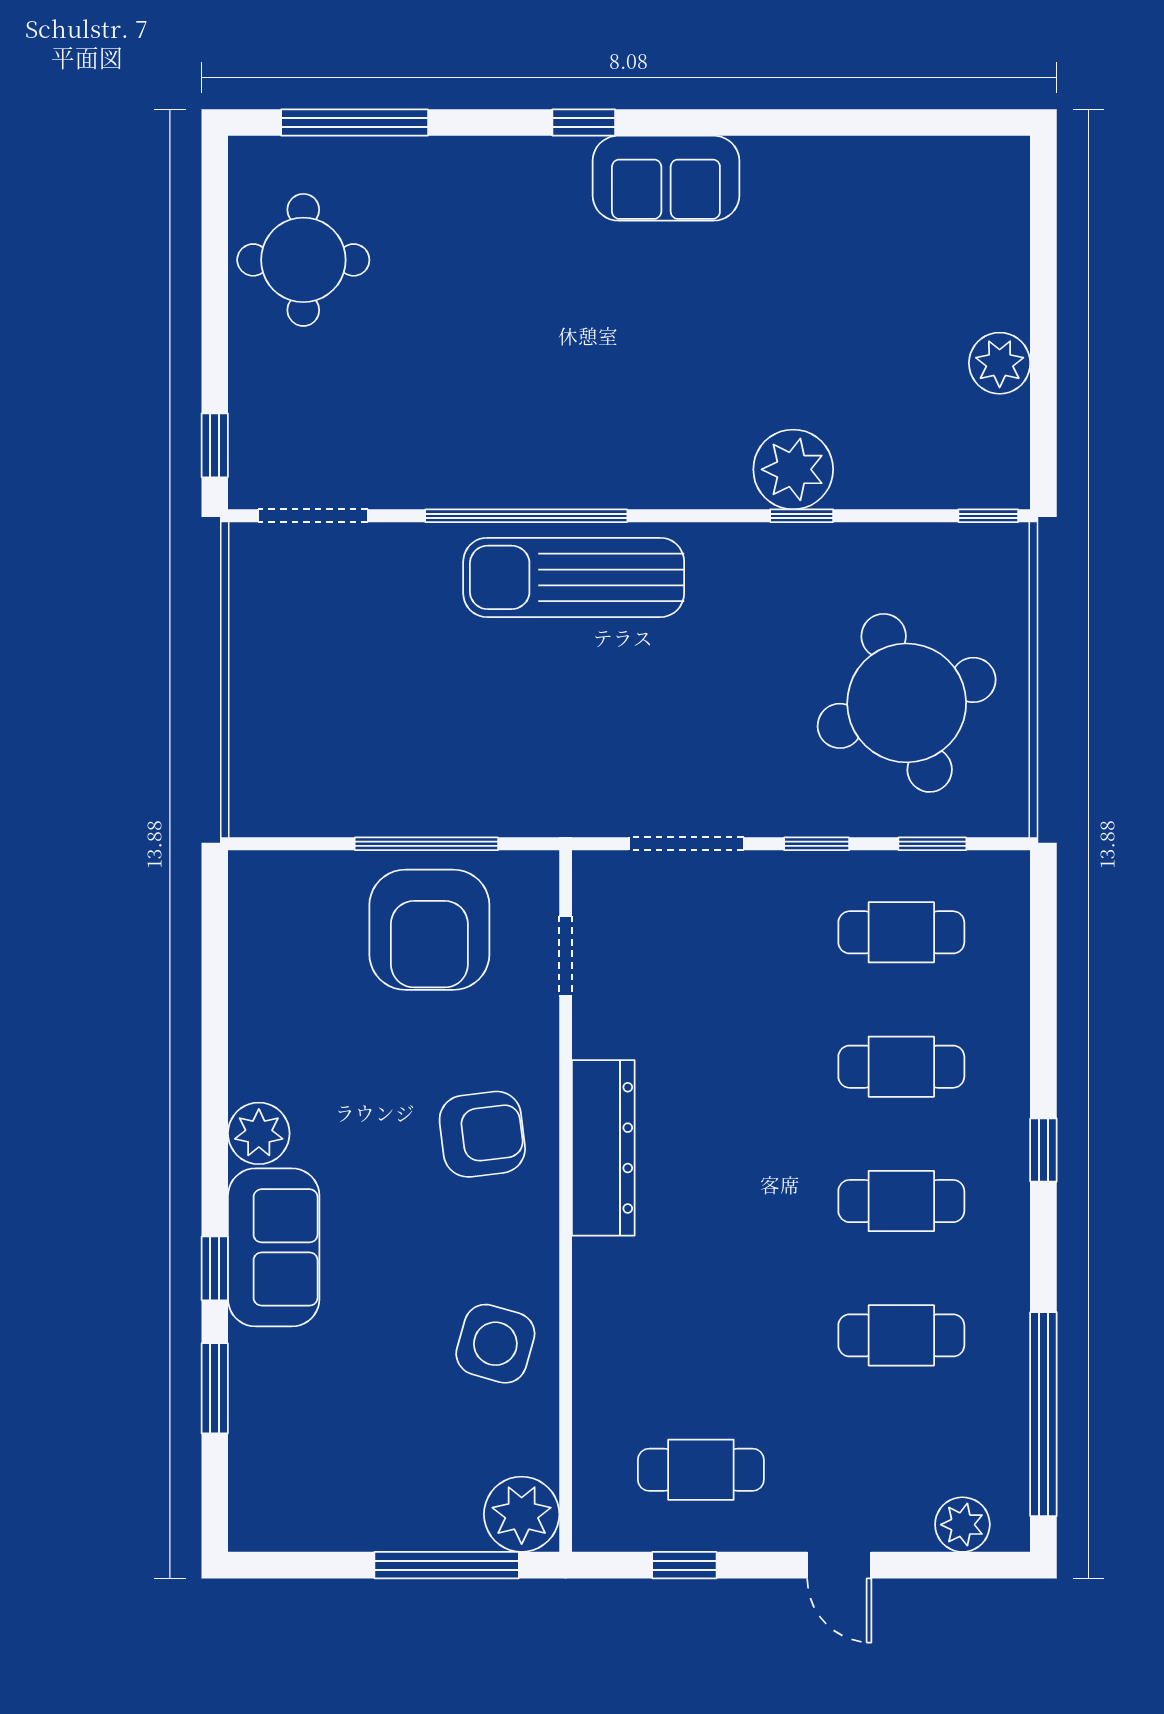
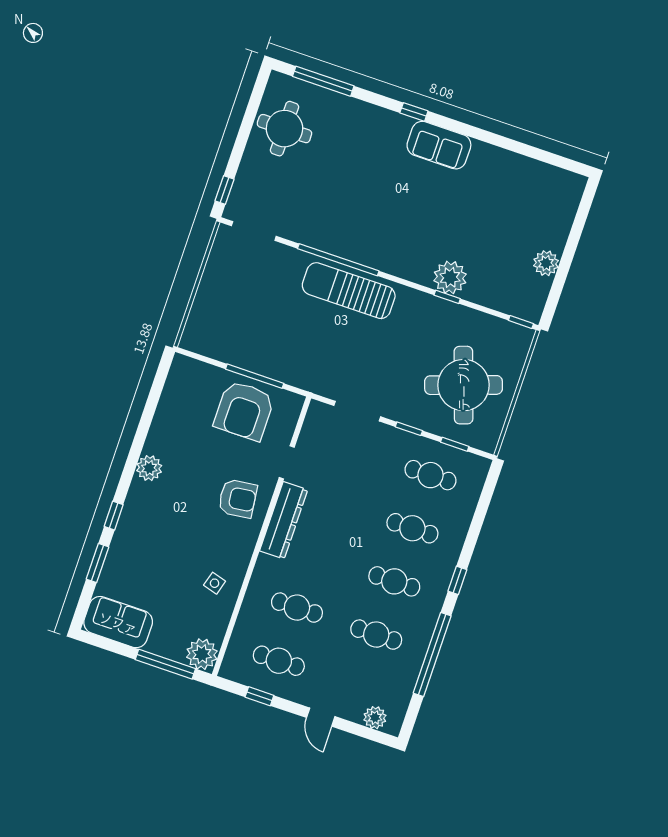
doorway: (566, 956) -> (287, 462), moved
sofa: (274, 1247) -> (118, 622), moved, turned -90
cafe table: (701, 1335) -> (297, 608), added
side table: (495, 1344) -> (215, 583), width x0.54, depth x0.54
window: (1043, 1414) -> (432, 655), moved

